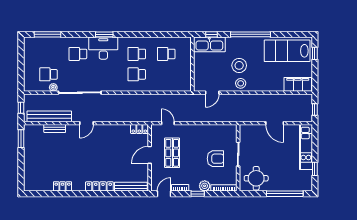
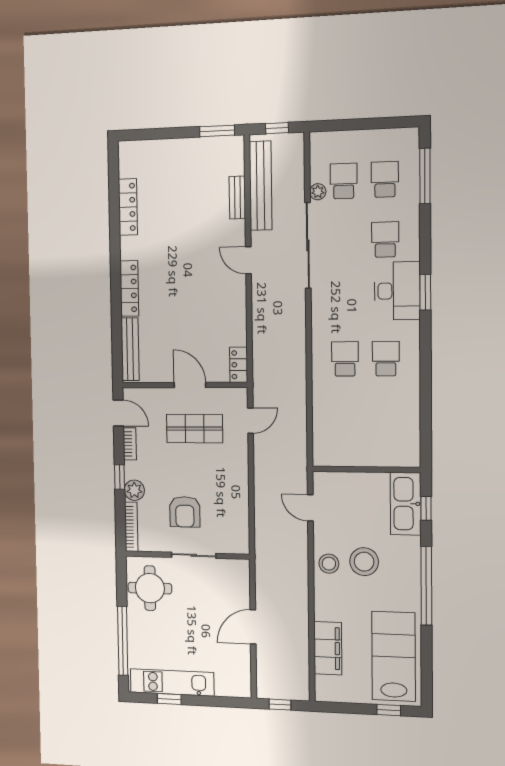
school desk: (166, 54) -> (385, 179), moved
filing cabinet: (298, 84) -> (328, 648), moved
kitchen unit: (306, 147) -> (172, 682), moved
locker: (63, 186) -> (128, 207), width x1.53

